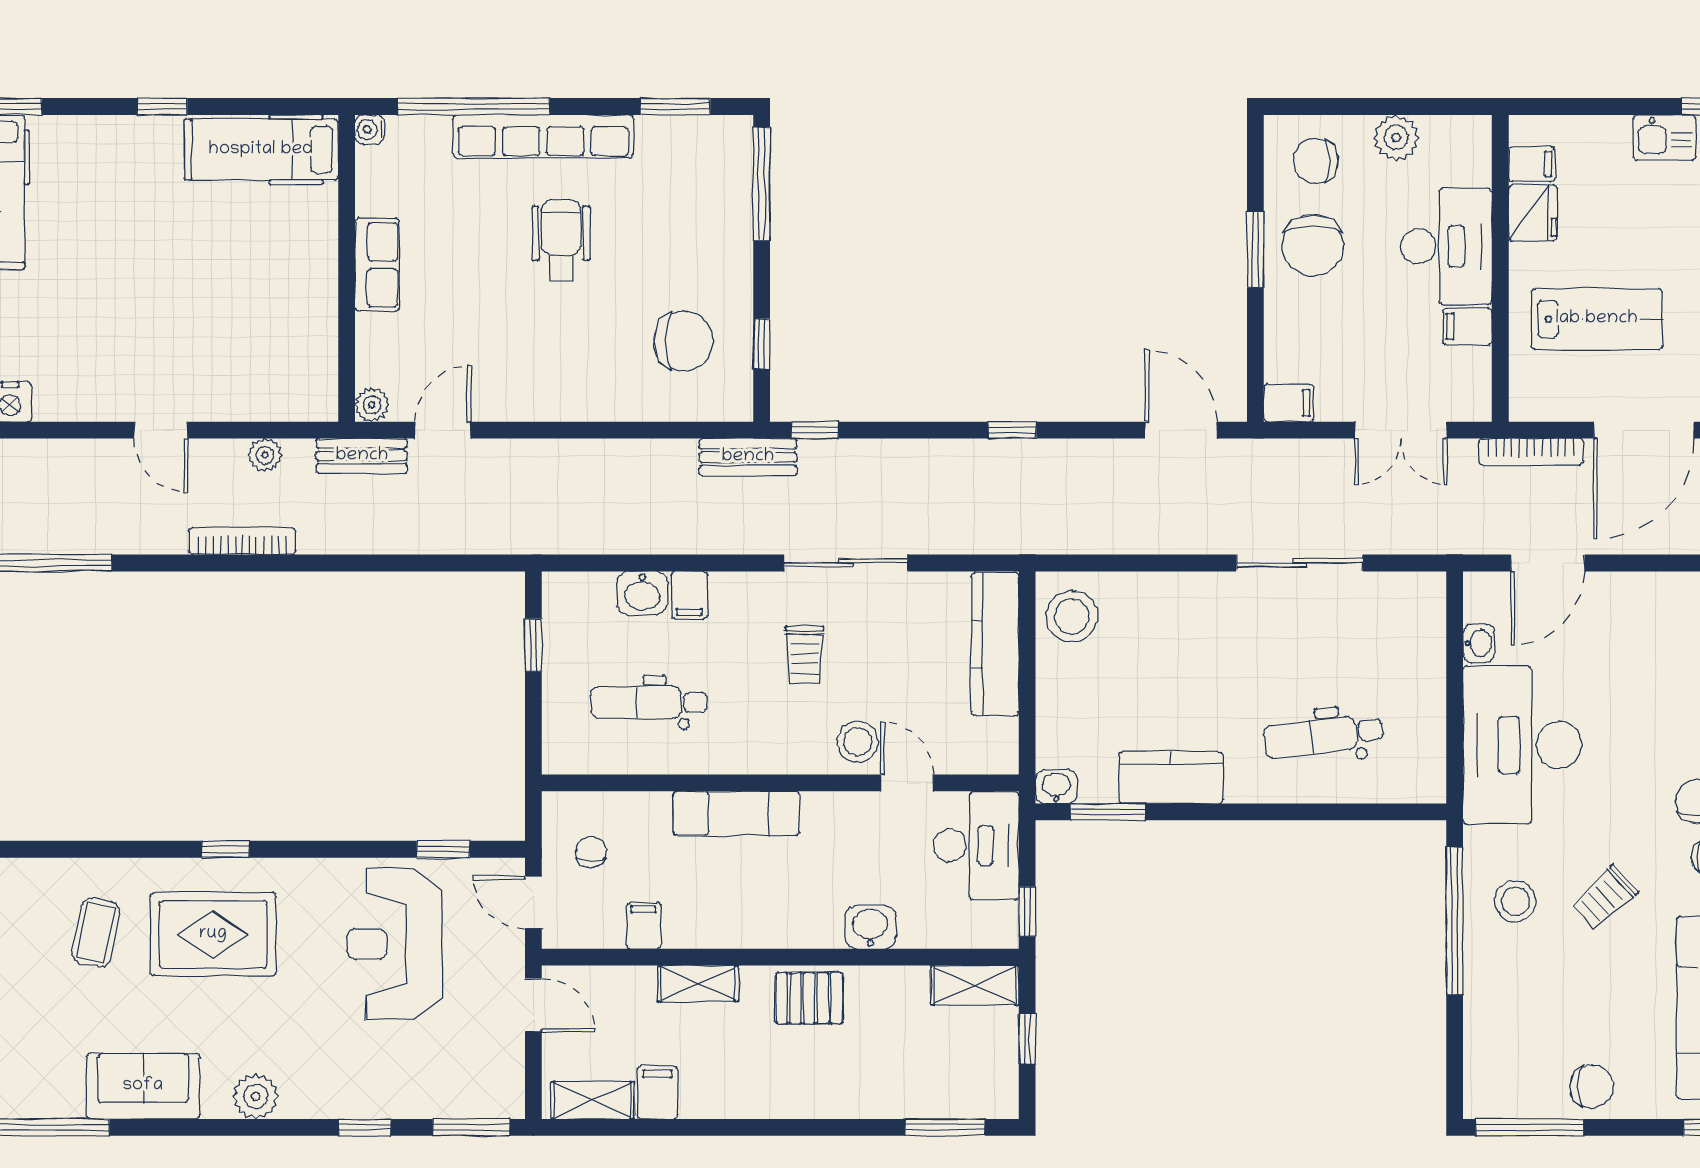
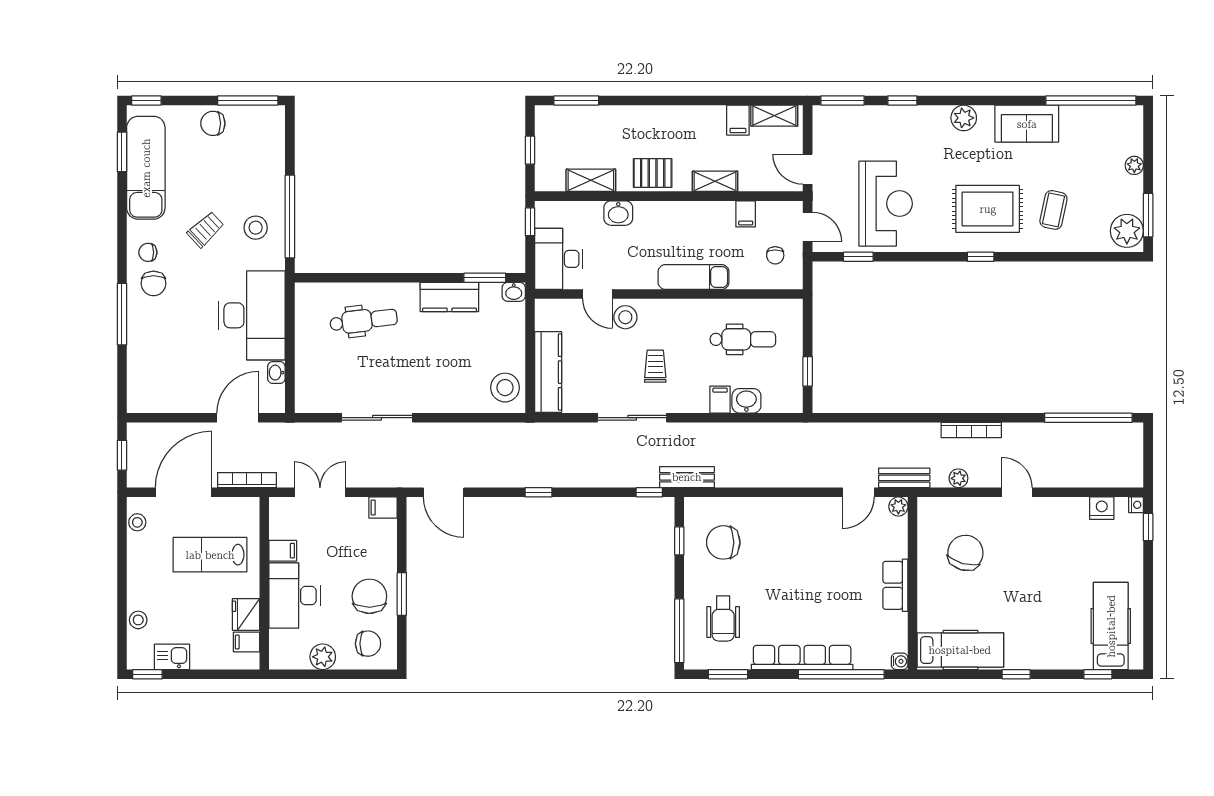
wheelchair: (561, 240) -> (723, 618), moved
chair: (253, 322) -> (965, 553), added
shelving: (975, 985) -> (591, 180), moved

